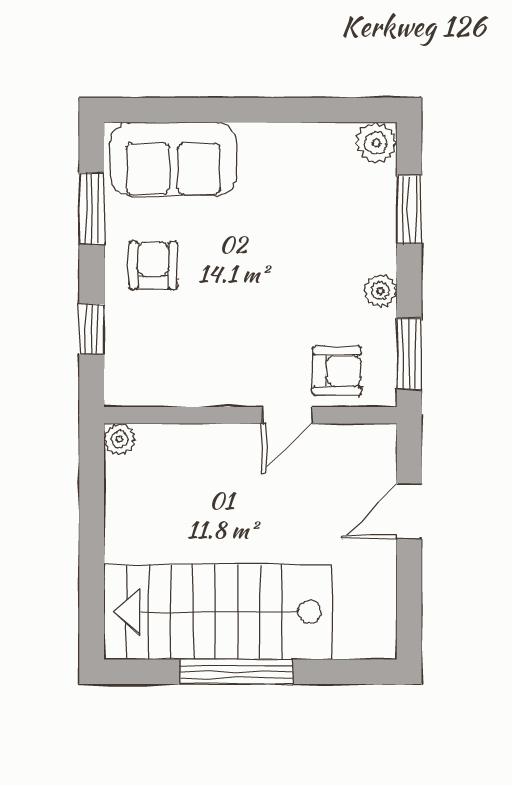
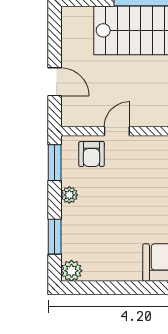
armchair: (337, 371) -> (91, 154), turned -90
door: (409, 511) -> (55, 82), hinge flipped

